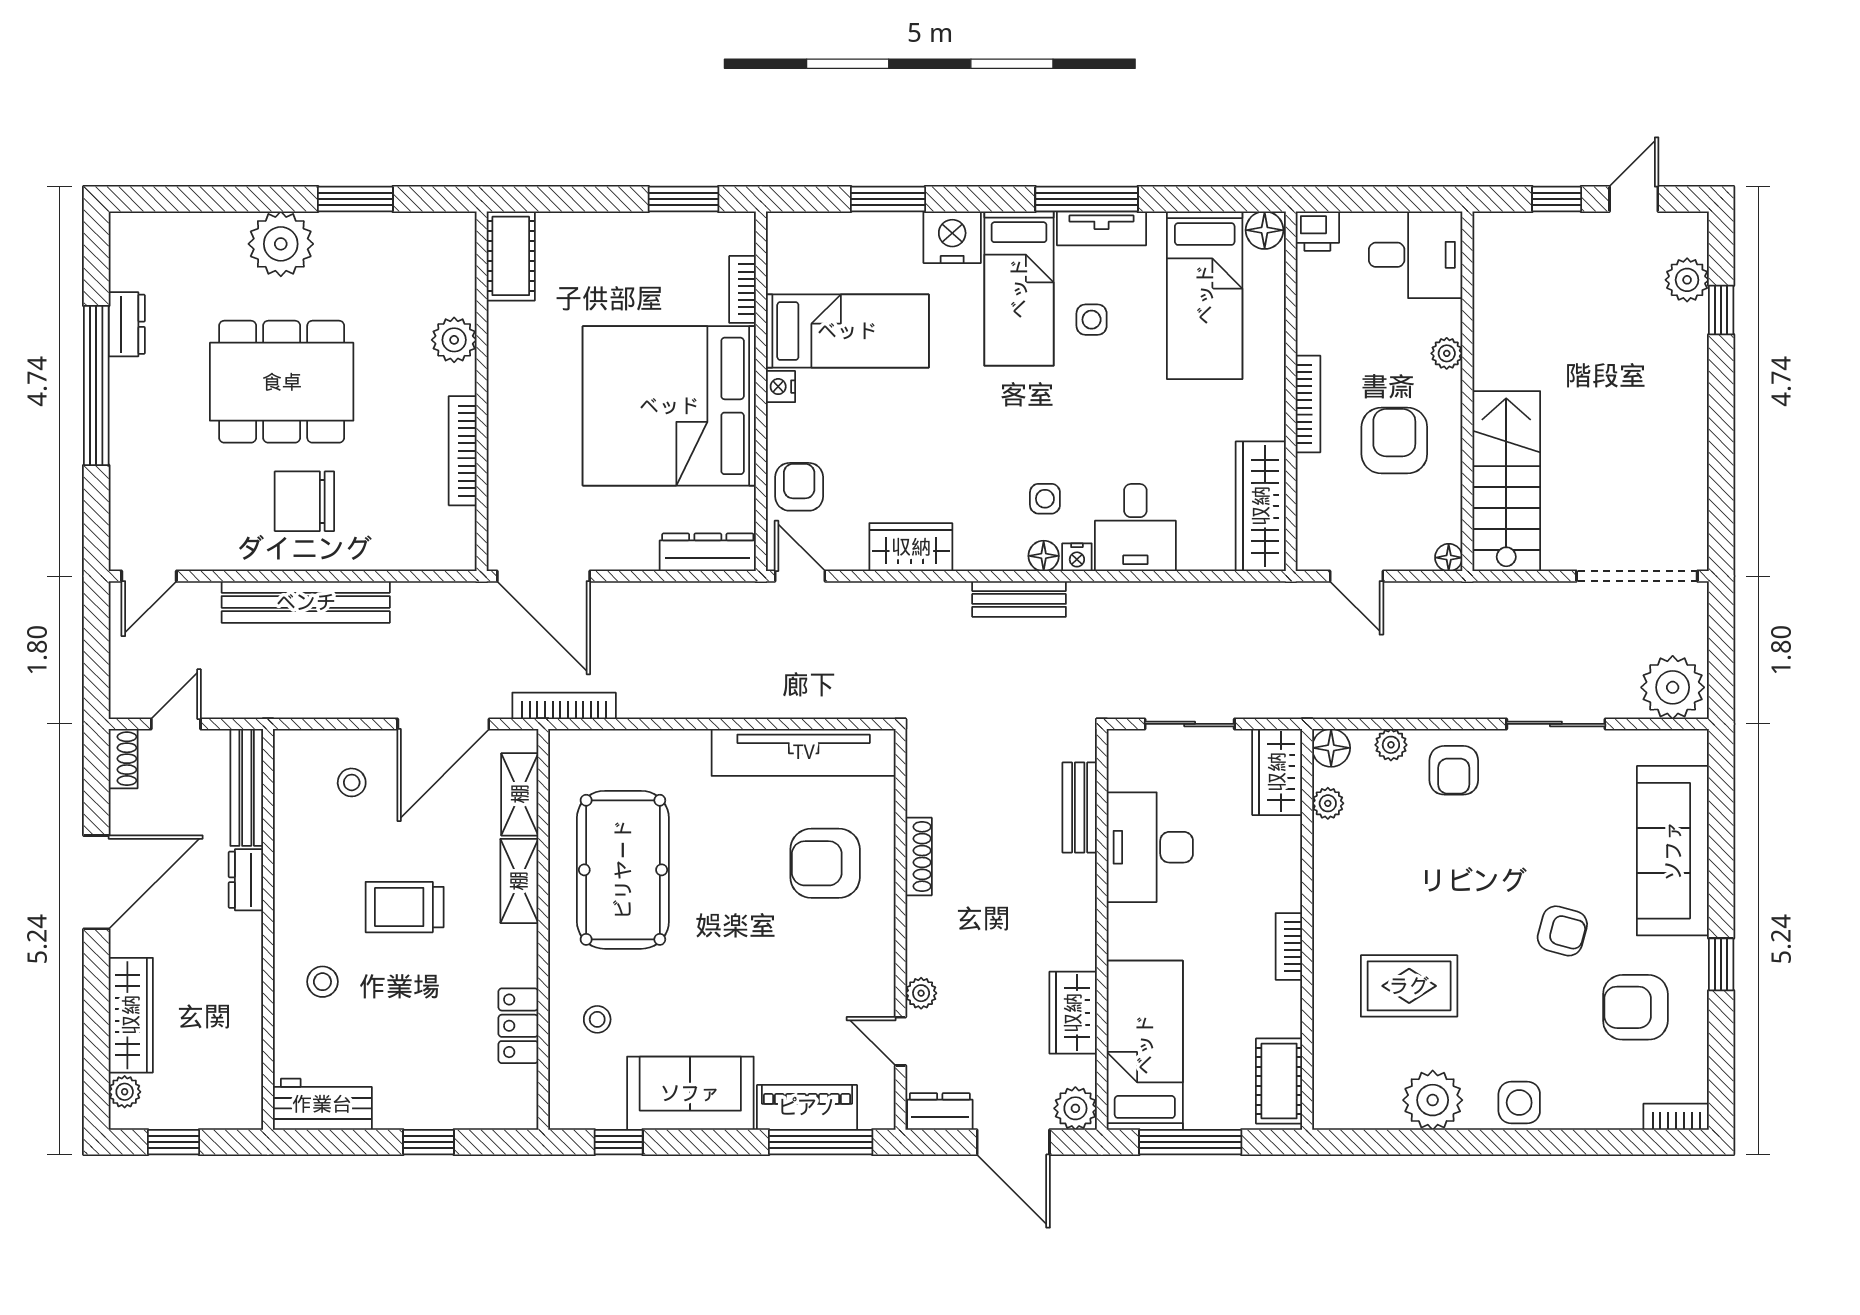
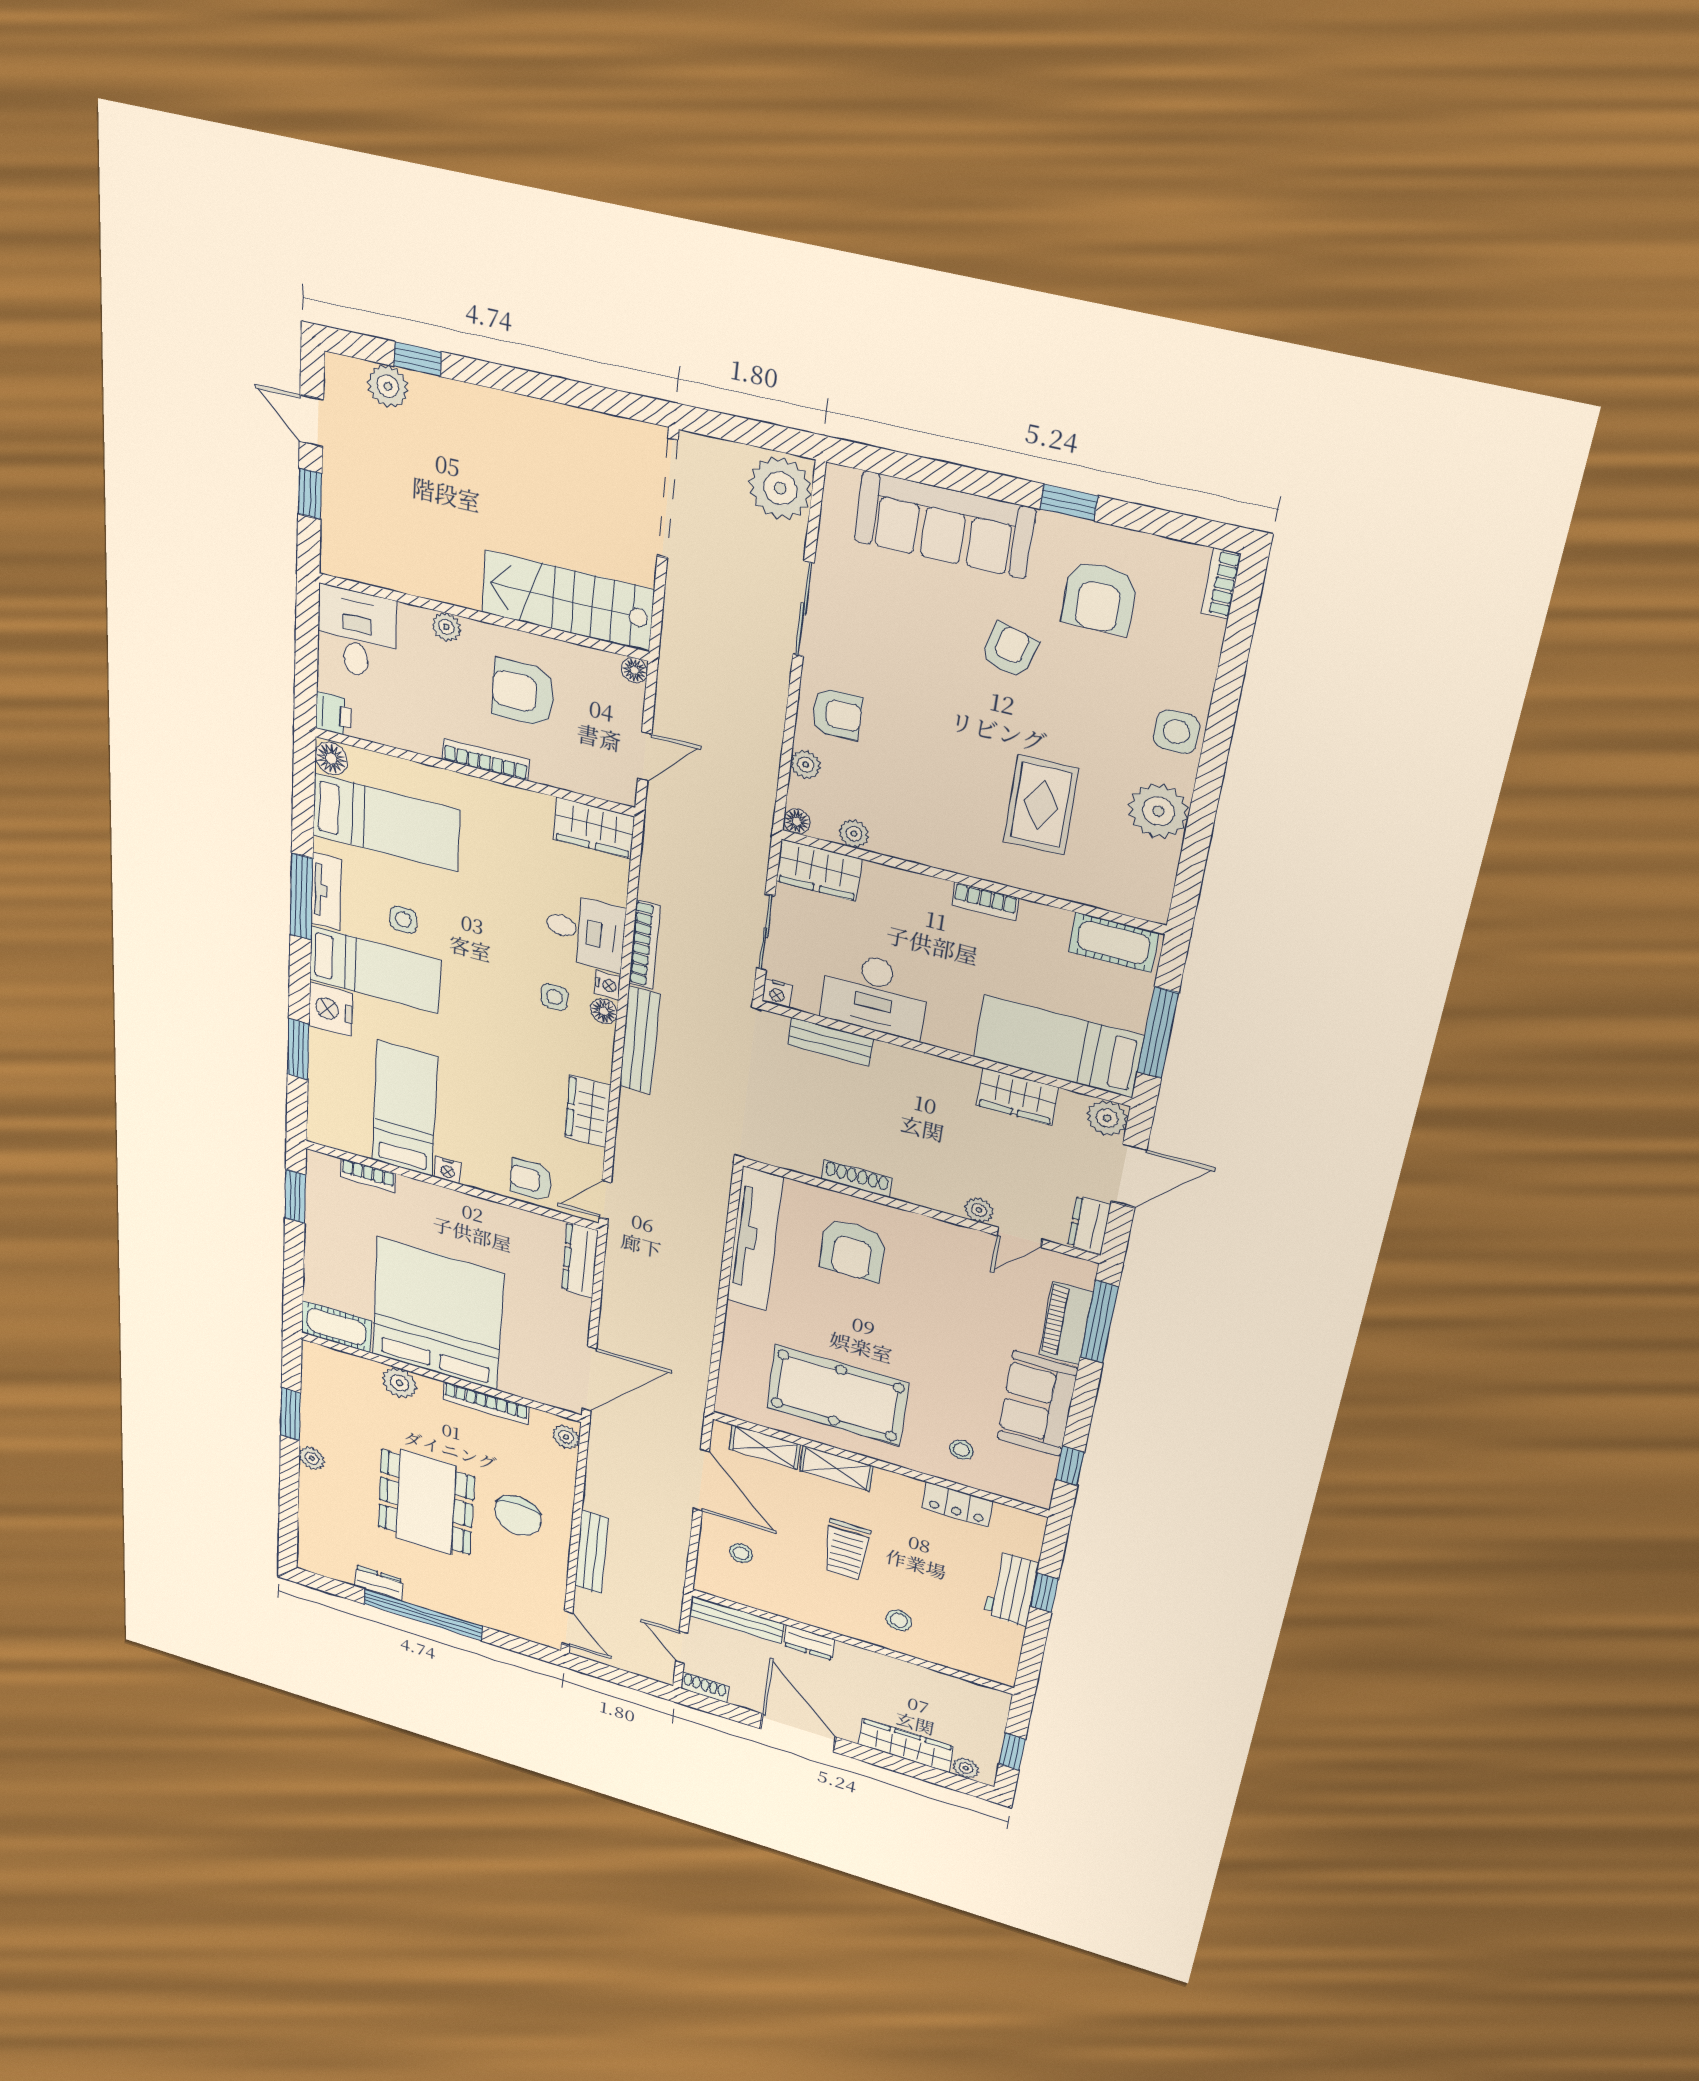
plant: (281, 244) -> (312, 1458), width x0.53, depth x0.53
bed: (669, 406) -> (437, 1314), moved, turned 180
wardrobe: (1261, 506) -> (594, 828), width x0.67
plant: (448, 554) -> (566, 1437), added
bench: (1019, 599) -> (640, 1040), width x1.36
bench: (306, 602) -> (591, 1552), width x0.73, depth x0.82
bookcase: (564, 706) -> (644, 945), moved, turned 180
nightstand: (1121, 744) -> (777, 993), added
floor lamp: (1331, 748) -> (797, 821), width x0.73, depth x0.73
workbench: (322, 1104) -> (1011, 1589), moved

